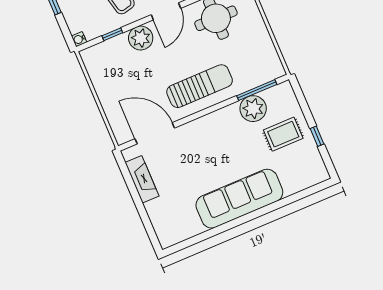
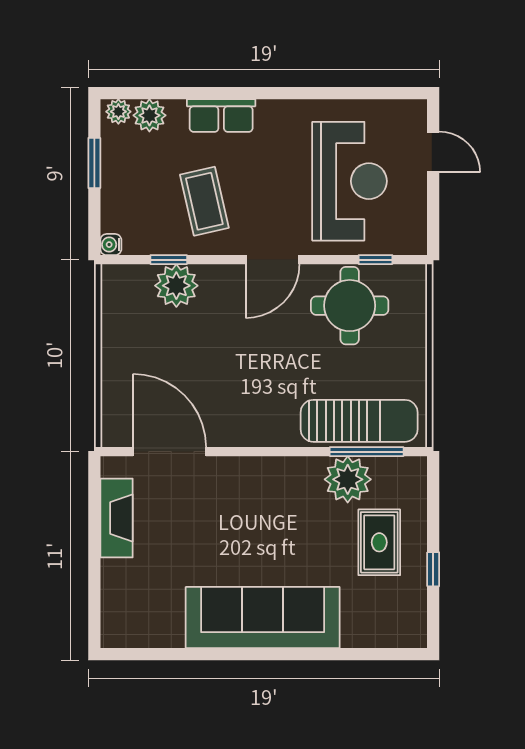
plant: (141, 38) -> (176, 286), moved
sun lounger: (200, 86) -> (359, 421), moved
rug: (283, 134) -> (379, 542), turned 90

